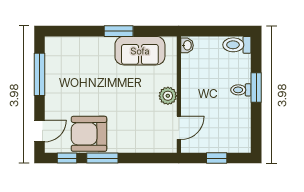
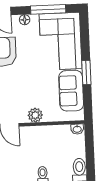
corner sofa: (79, 61) -> (61, 41), added
floor lamp: (51, 104) -> (25, 20), added

